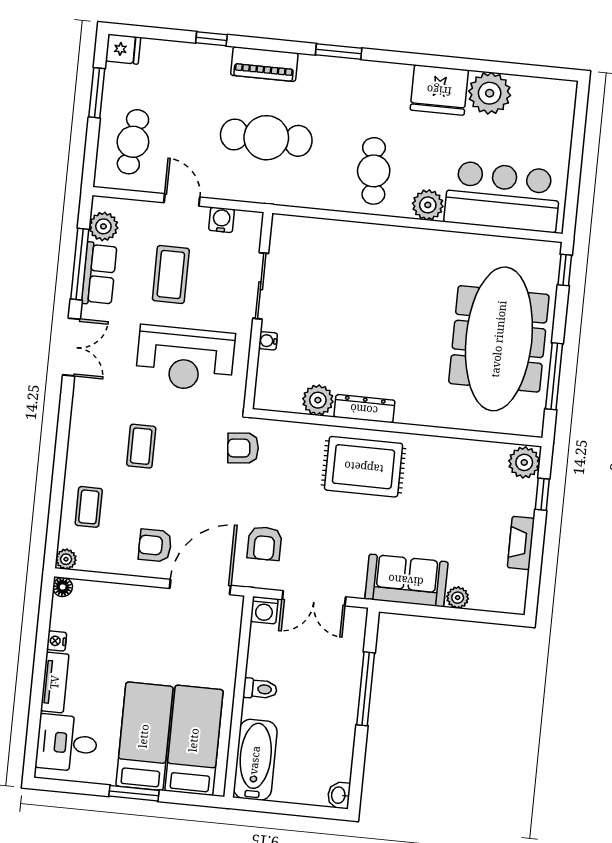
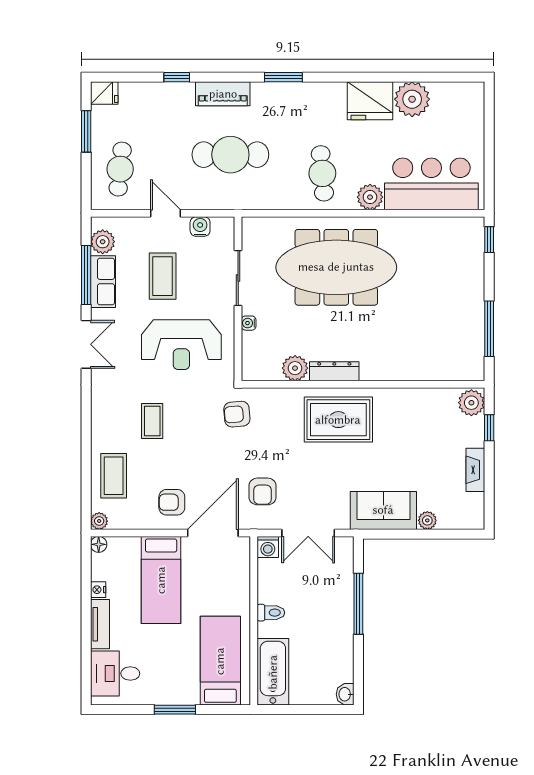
meeting table: (499, 339) -> (336, 267), moved, turned 90
coffee table: (89, 507) -> (114, 476), width x1.36, depth x1.30
bed: (144, 736) -> (161, 580), moved, turned 180

